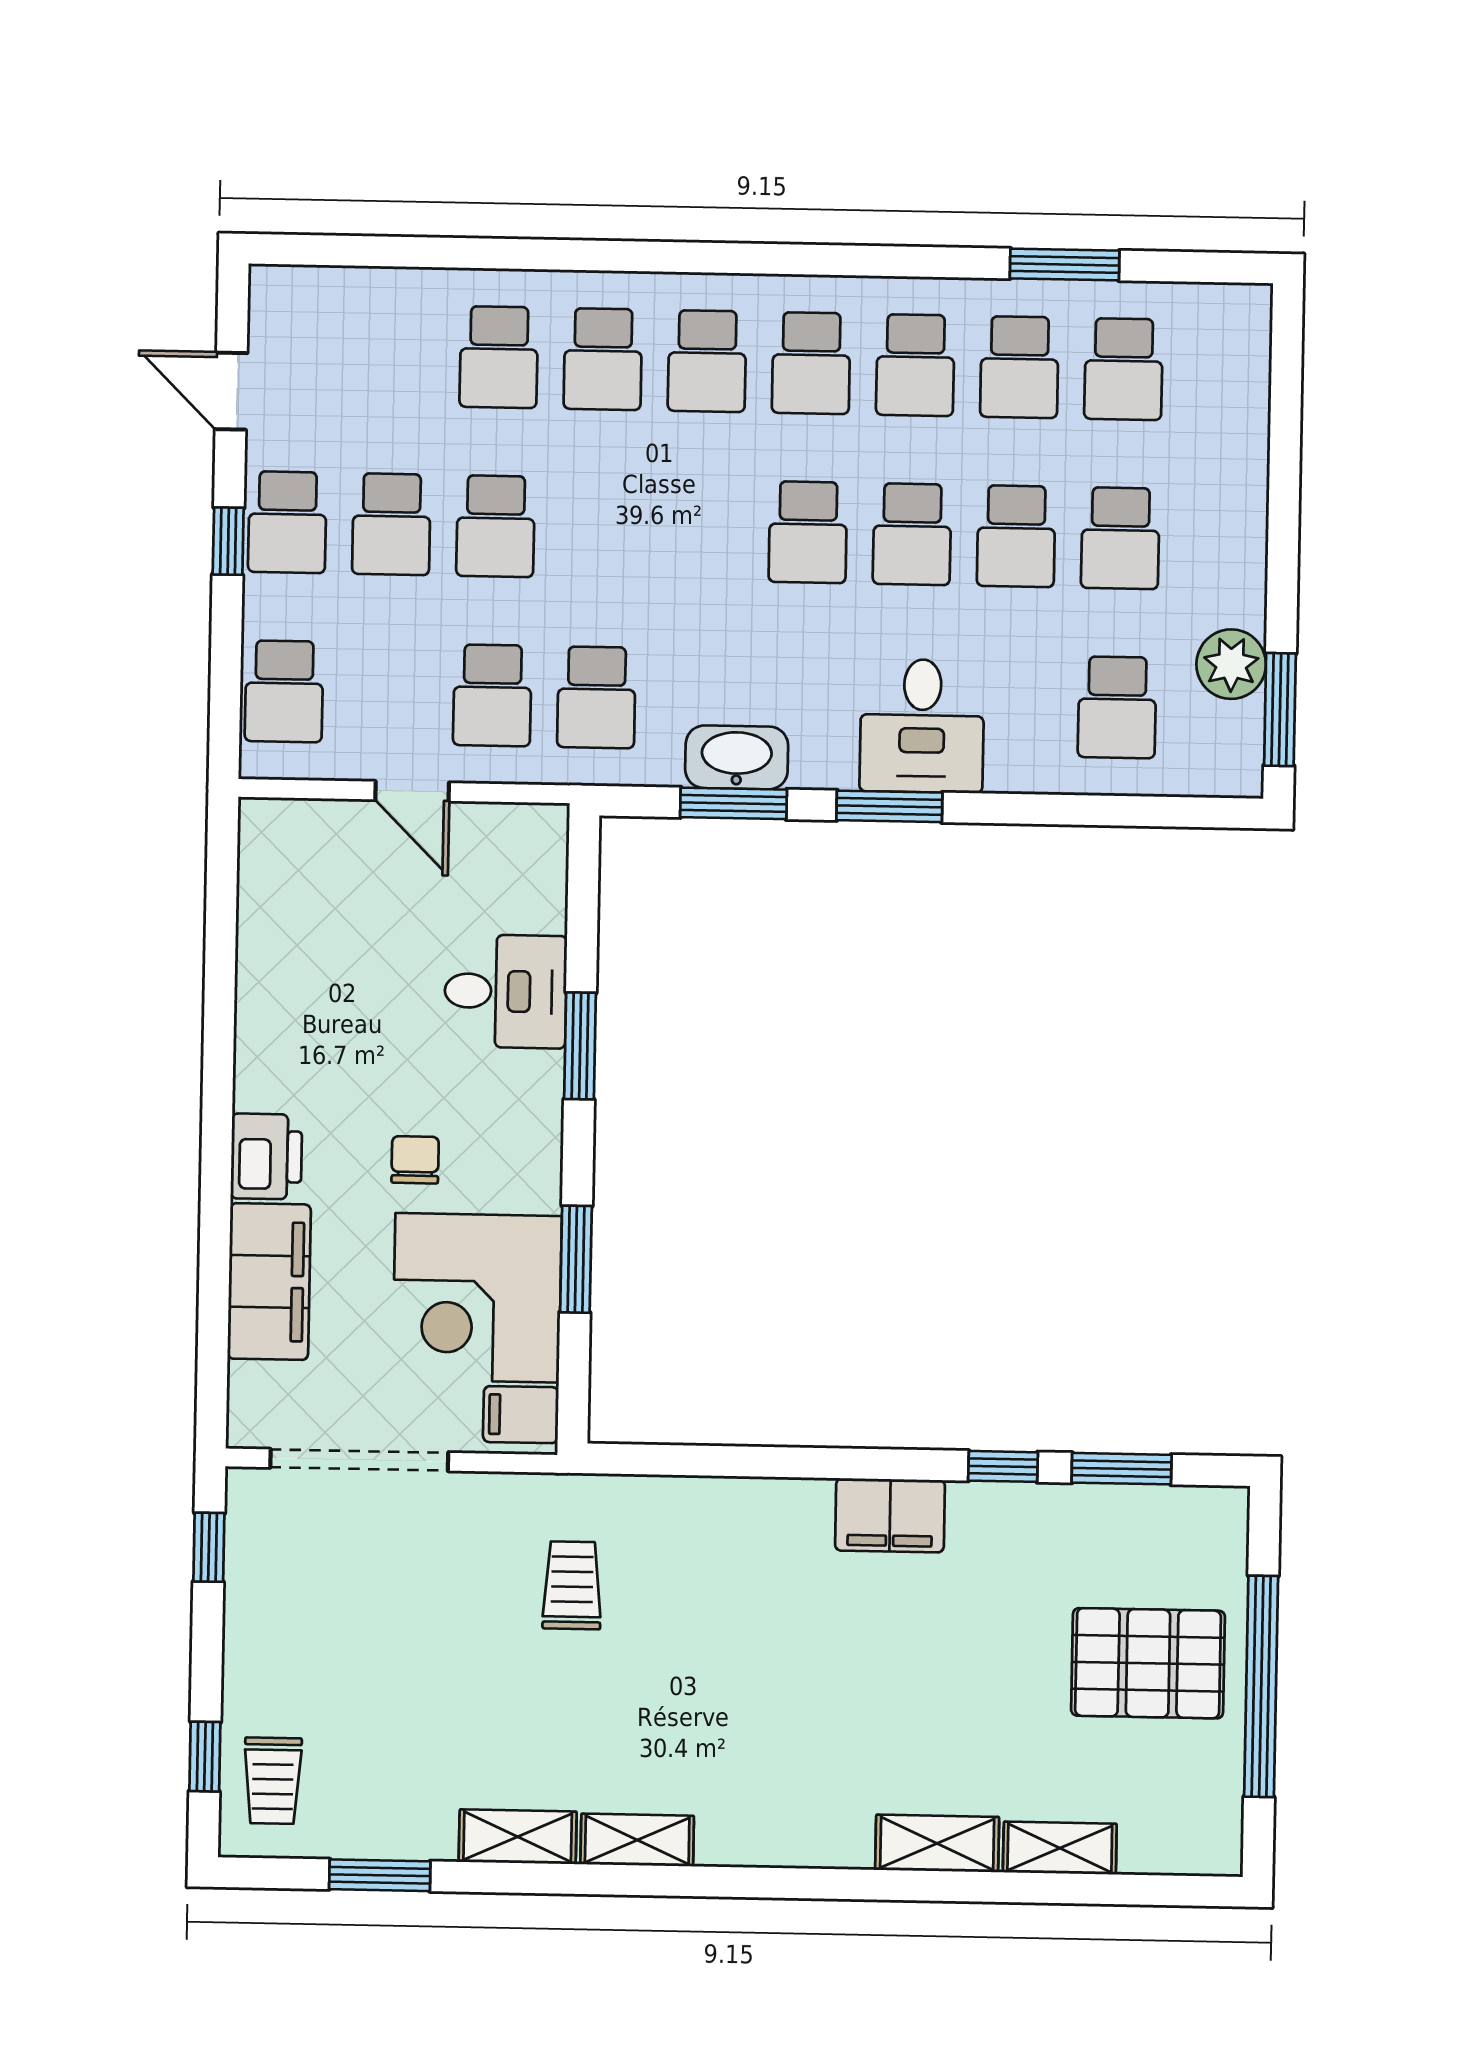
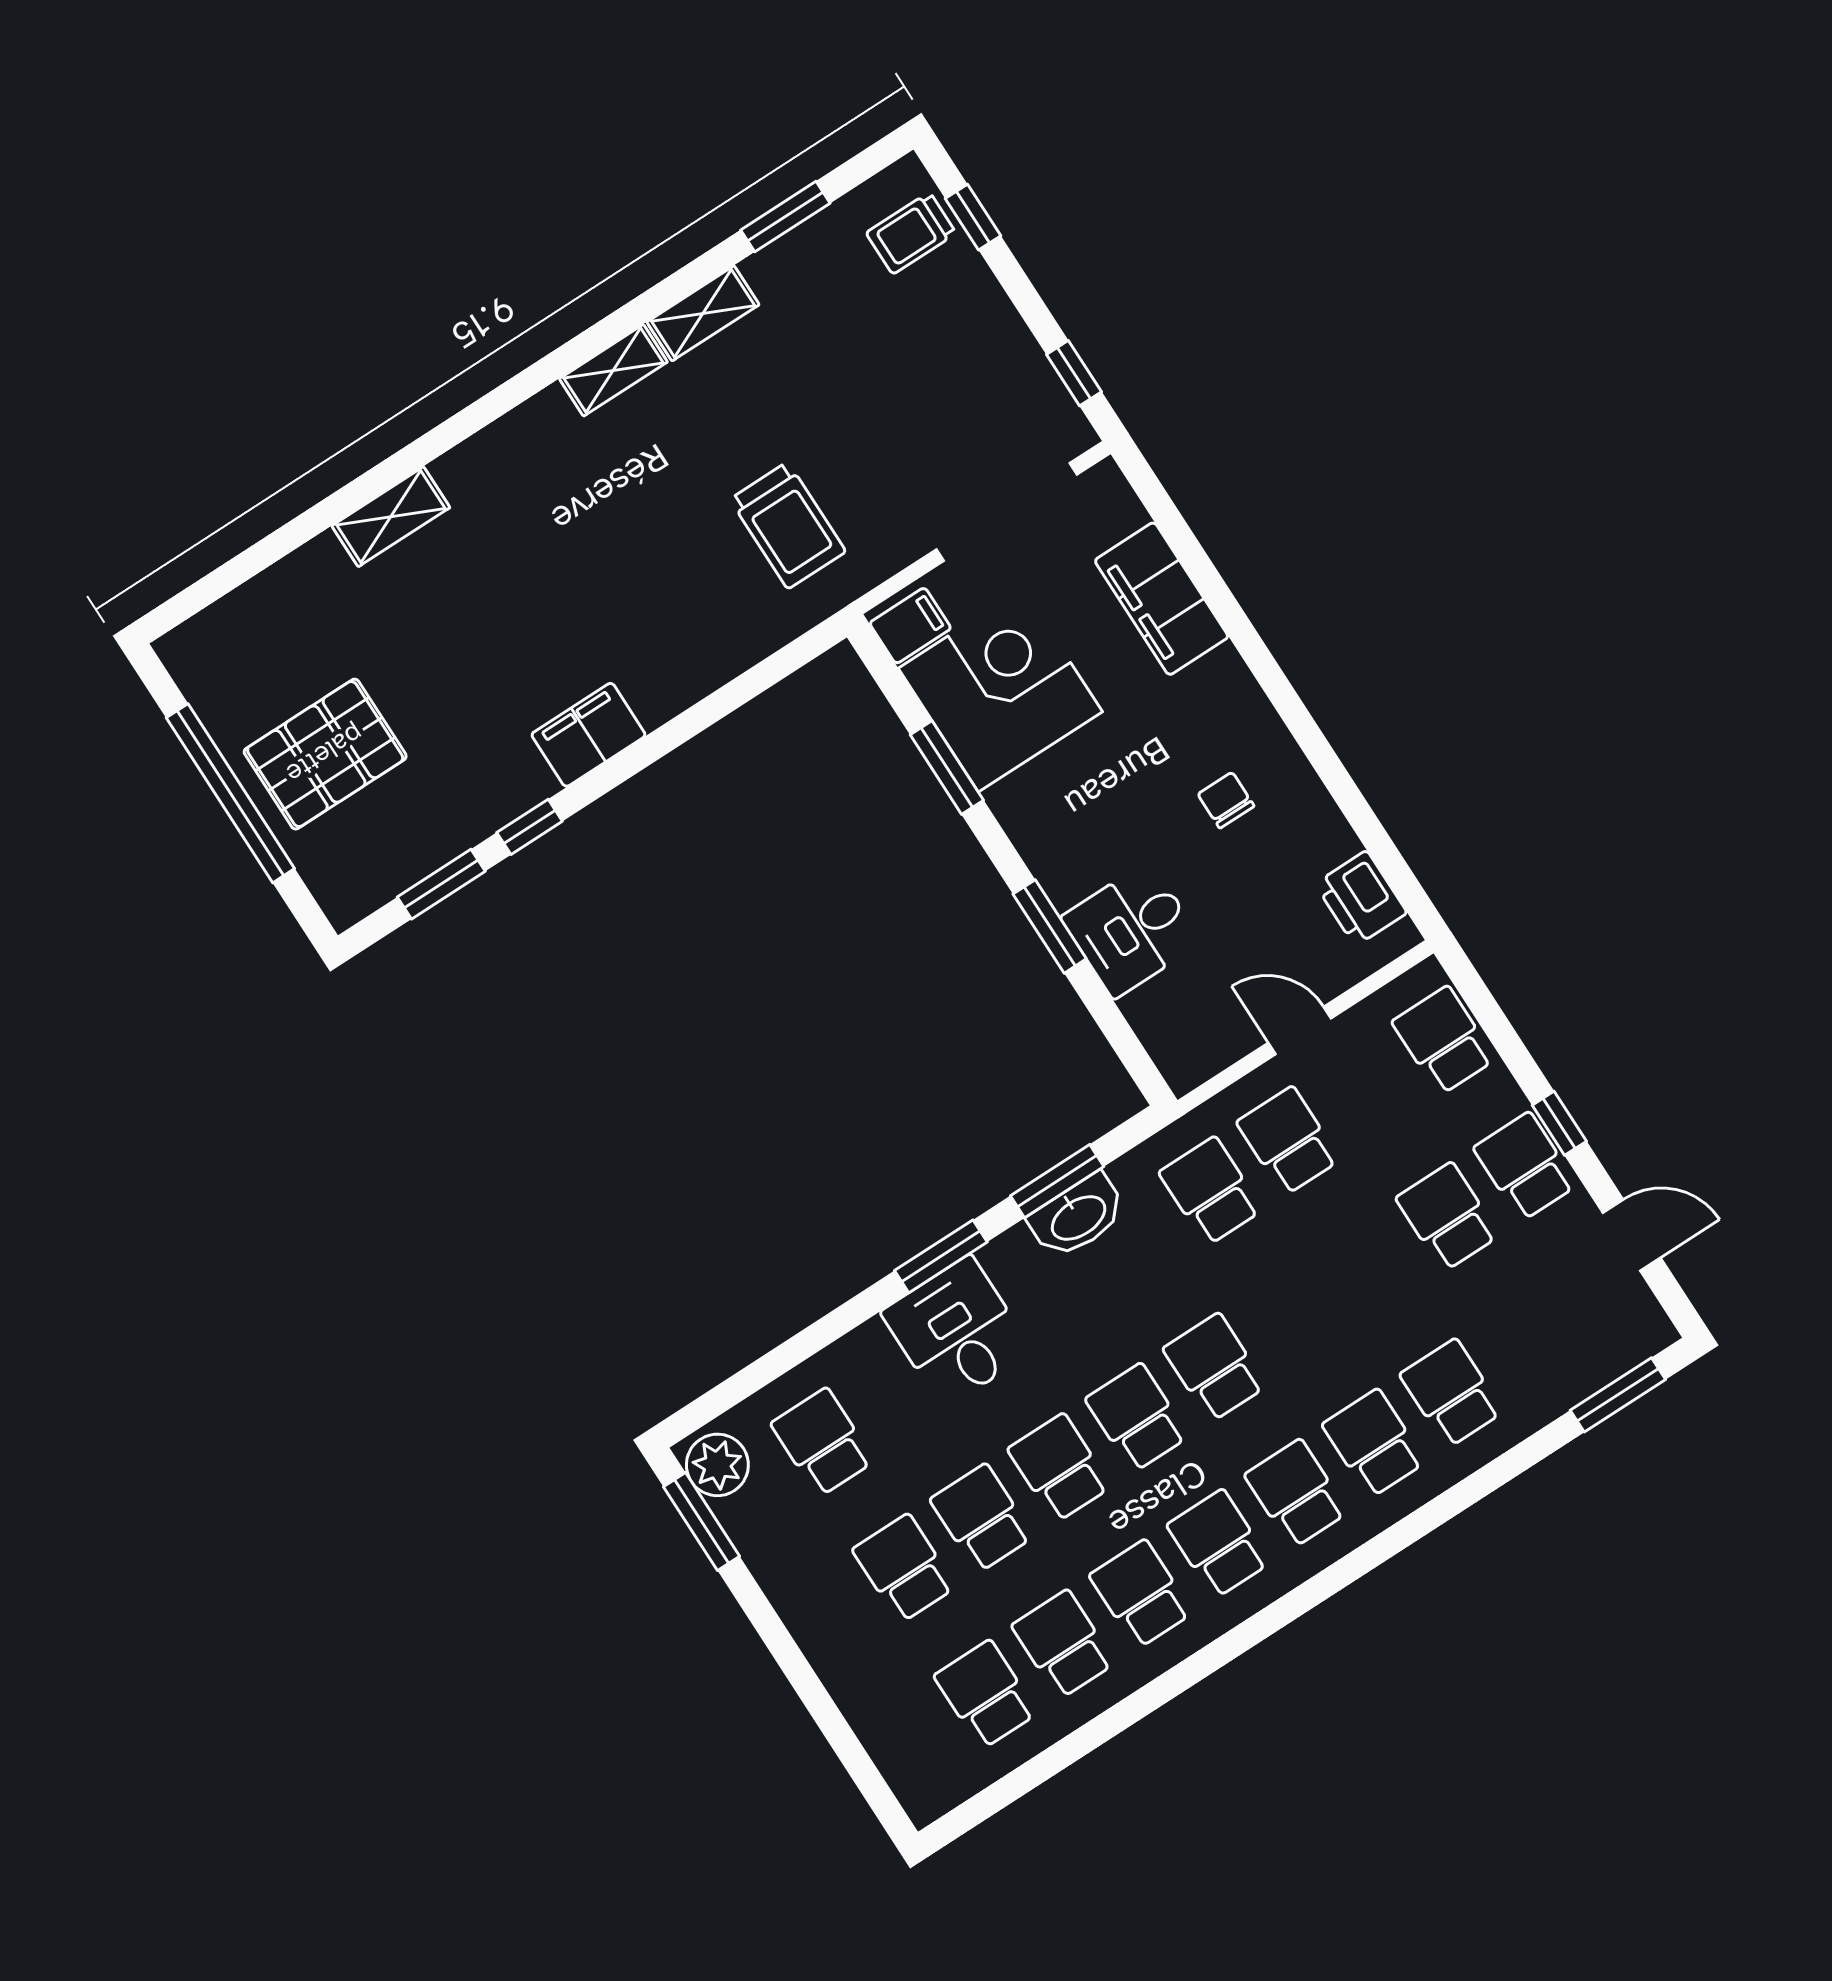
window: (1065, 264) -> (1618, 1395), moved
school desk: (496, 526) -> (1215, 1367), moved
plant: (1231, 664) -> (717, 1465), moved
printer: (266, 1156) -> (1361, 898), moved
chair: (415, 1160) -> (1226, 800), moved, turned 180
trolley: (572, 1585) -> (788, 525), width x1.36, depth x1.39
trolley: (273, 1781) -> (911, 233), turned -90
shelving: (1060, 1848) -> (298, 574), removed

